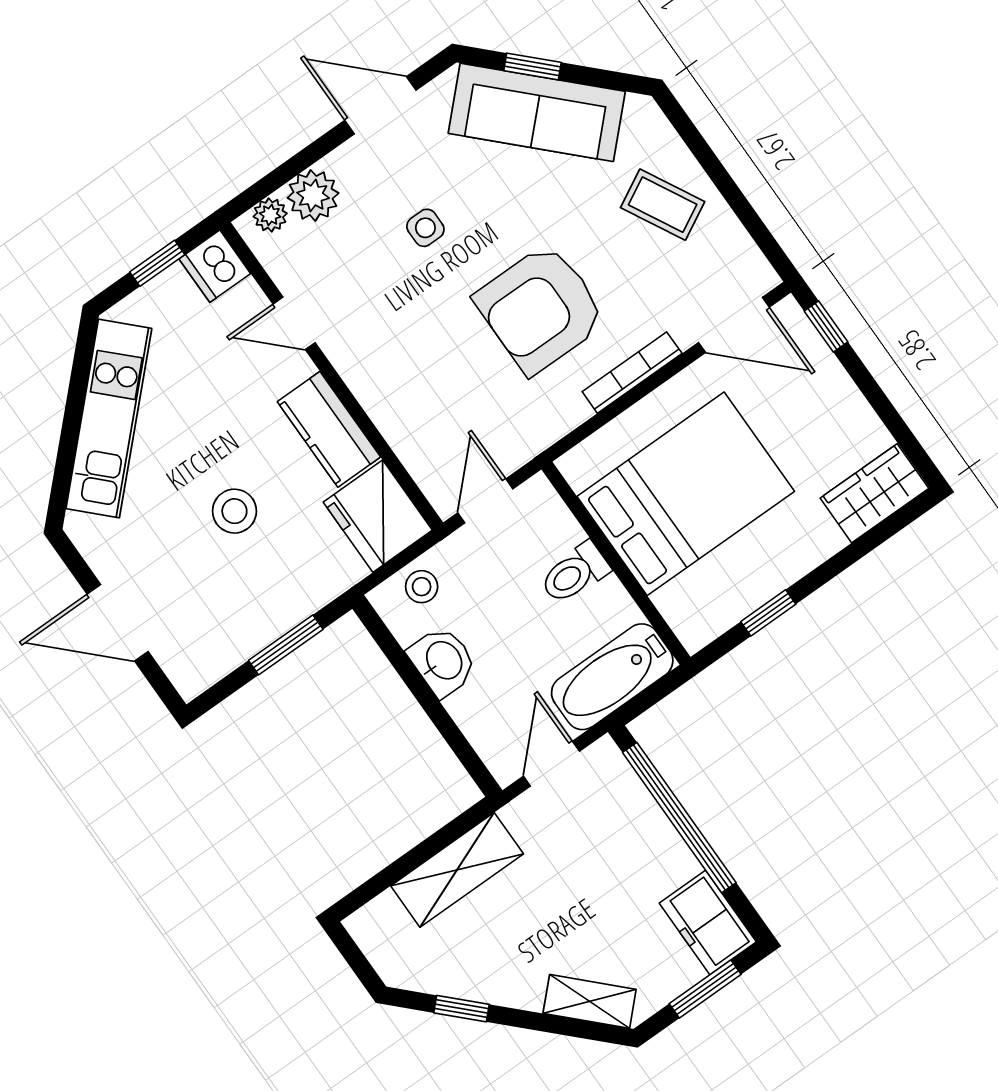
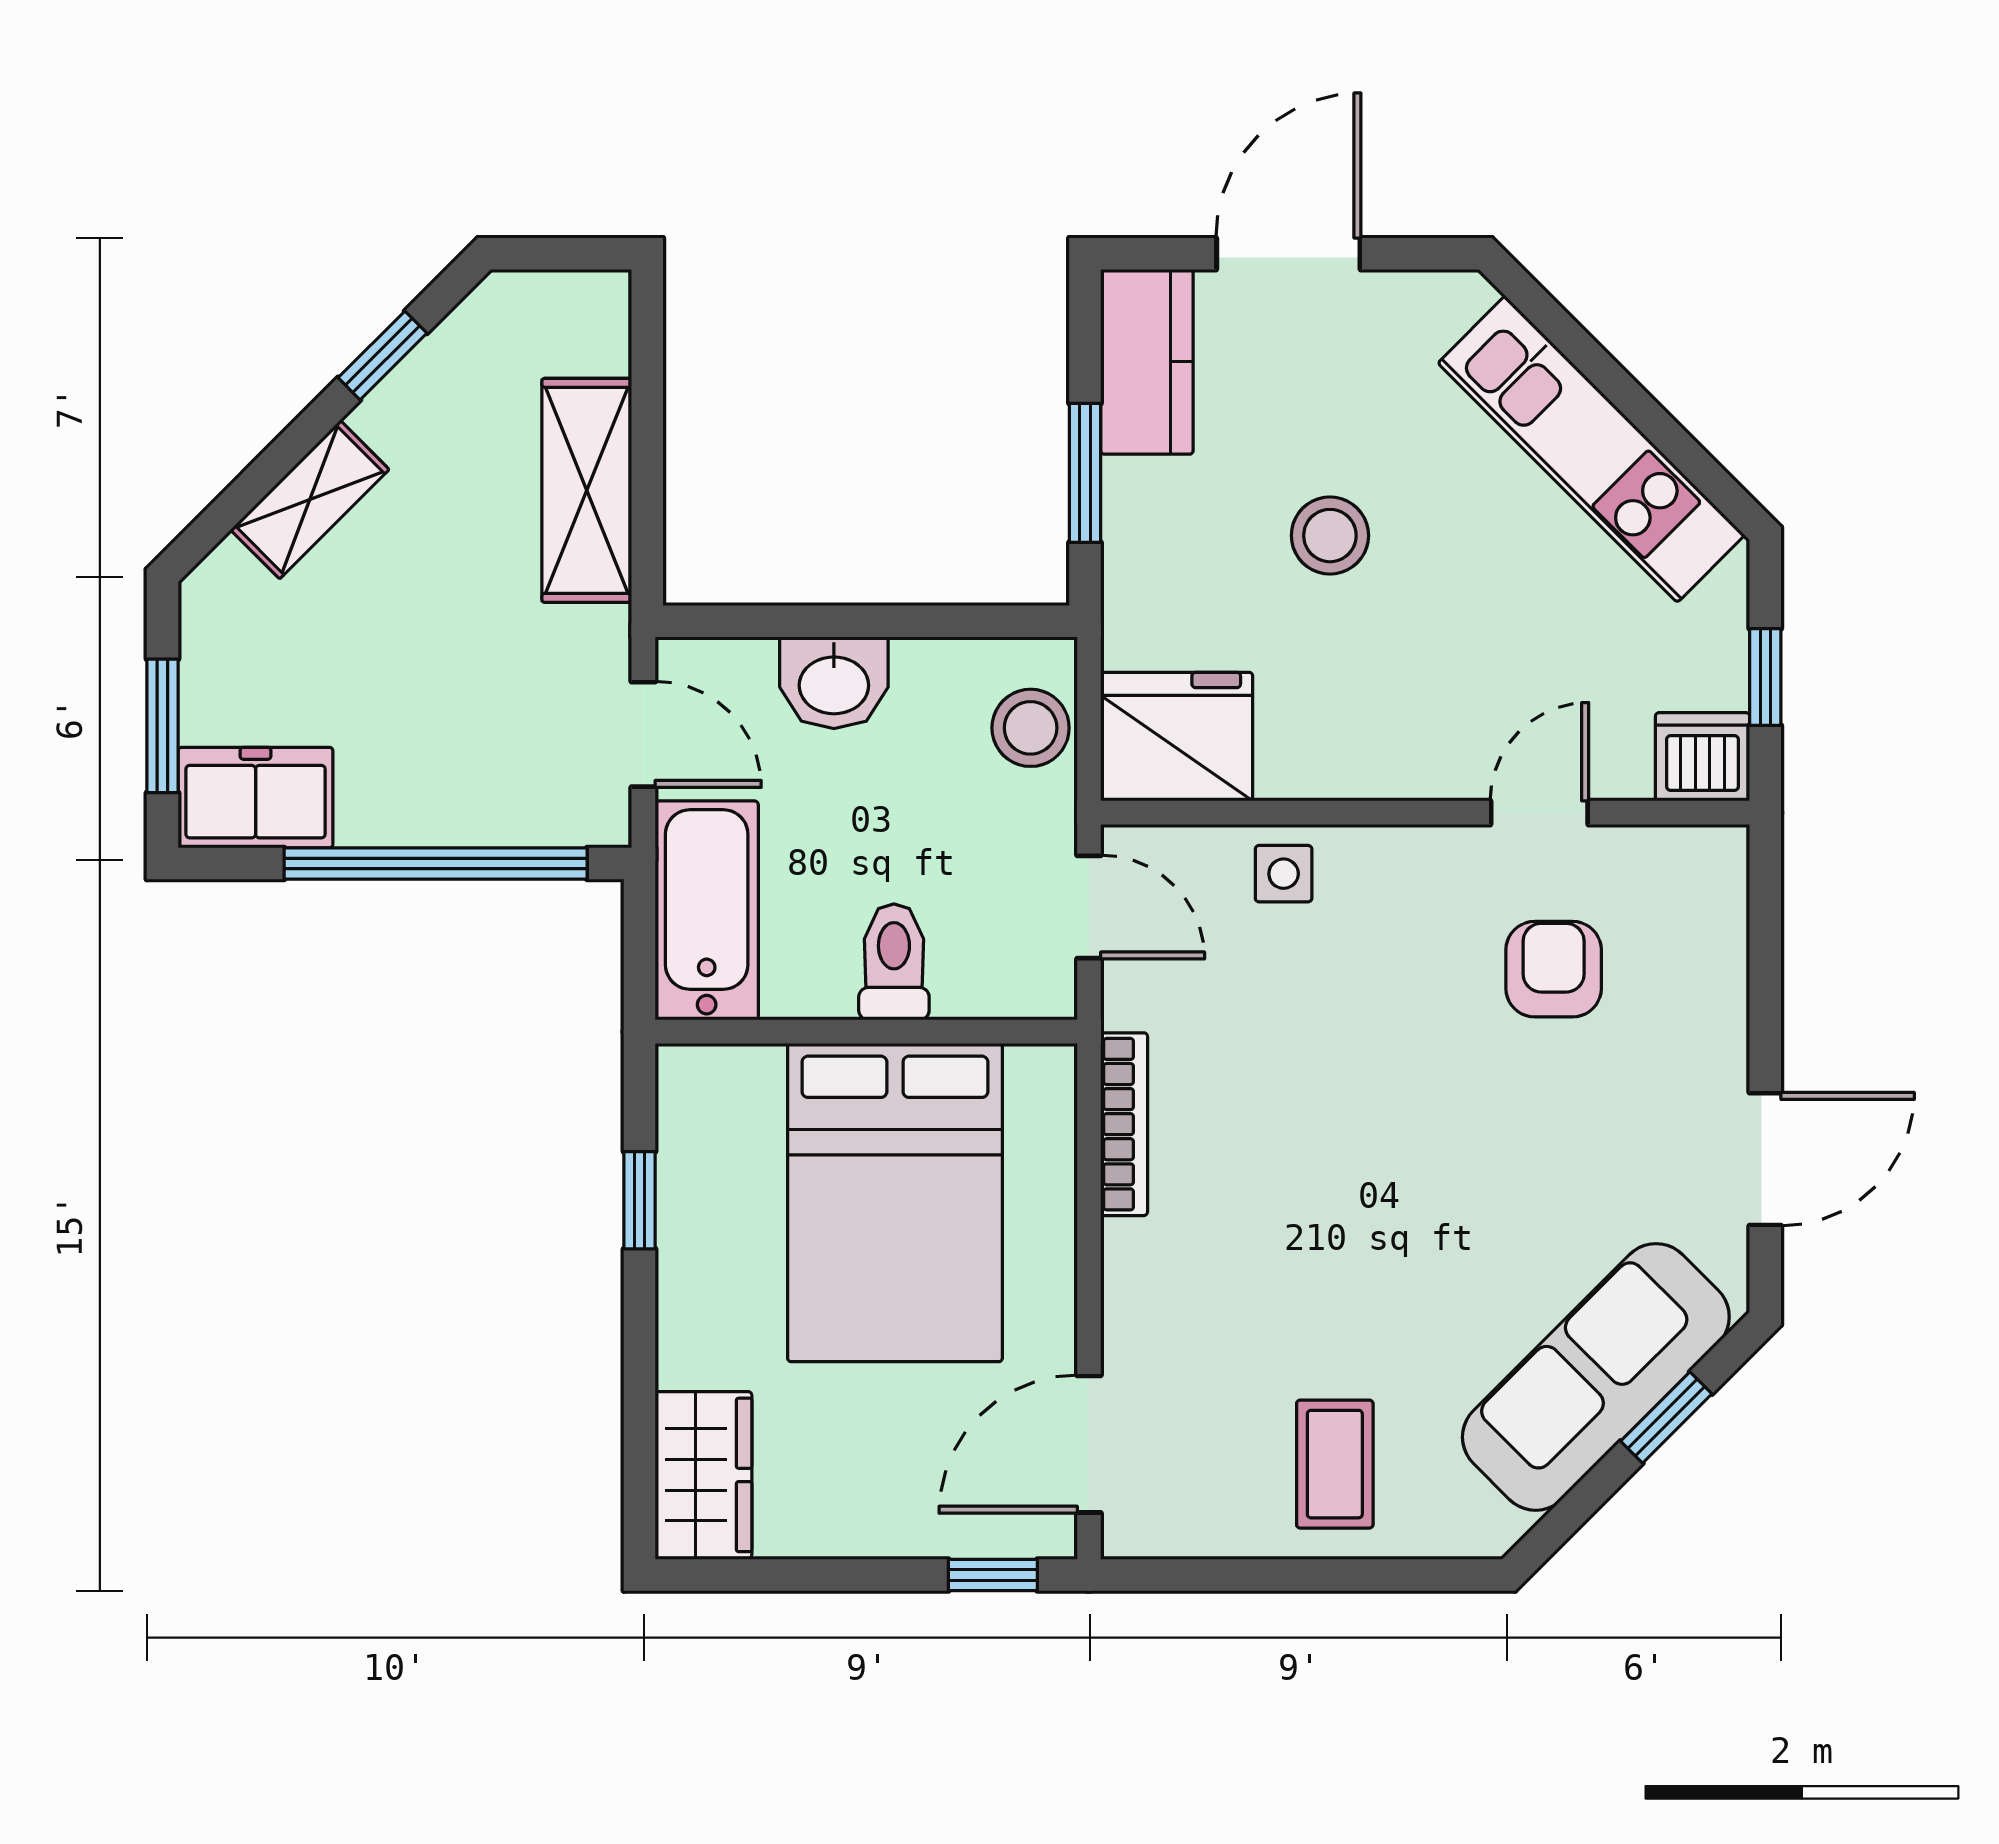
plant: (313, 195) -> (1704, 970), removed
coffee table: (663, 205) -> (1335, 1464), turned -62
plant: (270, 215) -> (1720, 889), removed
side table: (425, 228) -> (1284, 874), moved
armchair: (541, 309) -> (1554, 969), moved, width x0.53, depth x0.53
bookcase: (632, 373) -> (1124, 1124), moved
kitchen counter: (329, 429) -> (1147, 362), moved, turned 90
stool: (422, 587) -> (1031, 728), width x1.37, depth x1.37
washbasin: (443, 661) -> (834, 683), moved
shelving: (590, 1001) -> (310, 500), moved

